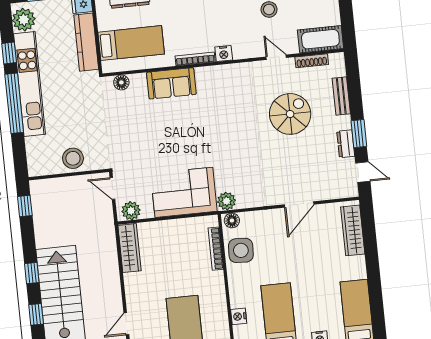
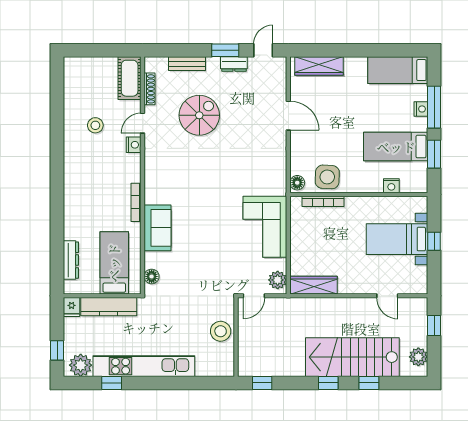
nightstand: (224, 54) -> (134, 145), moved
window: (14, 103) -> (161, 383), removed
spiral stairs: (290, 114) -> (199, 115), turned 90
plant: (227, 201) -> (278, 186), removed

